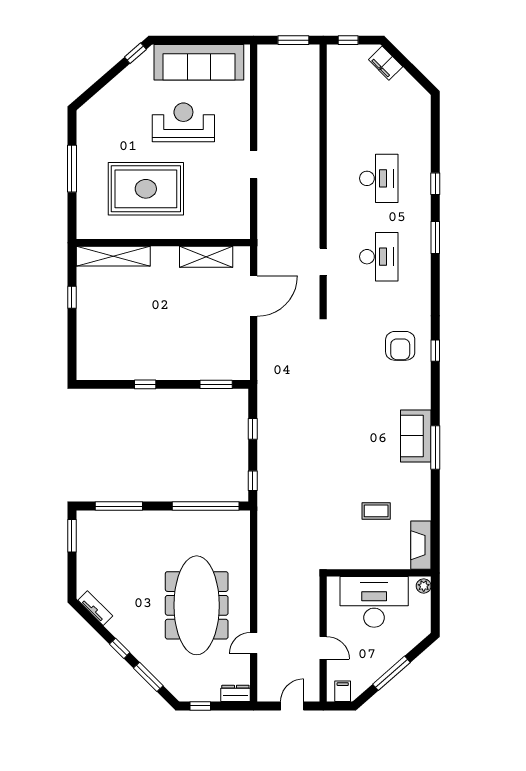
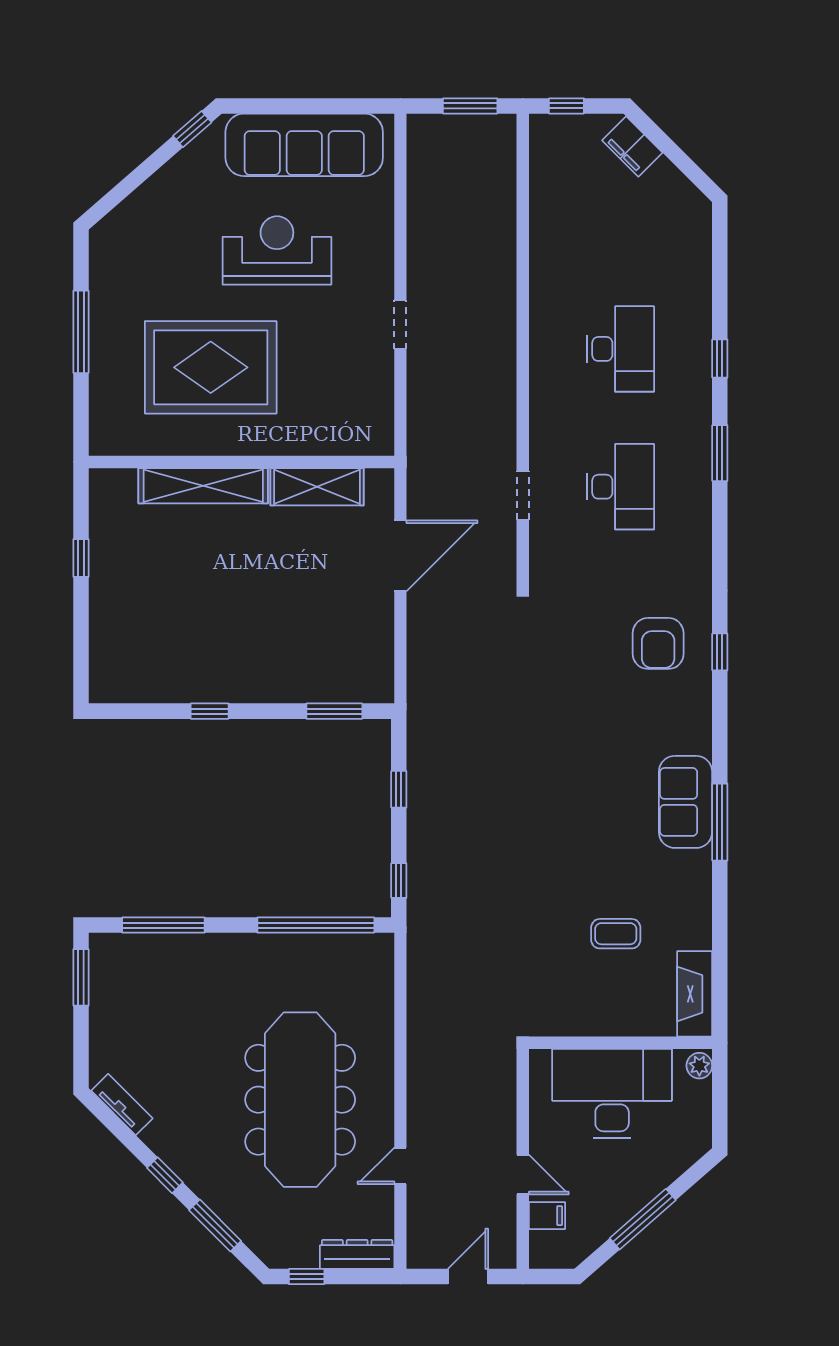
shelving: (113, 256) -> (203, 486), moved
filing cabinet: (343, 691) -> (547, 1216), moved, turned 90
dresser: (235, 693) -> (357, 1254), width x1.44

